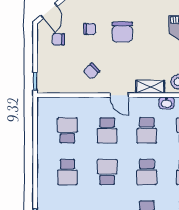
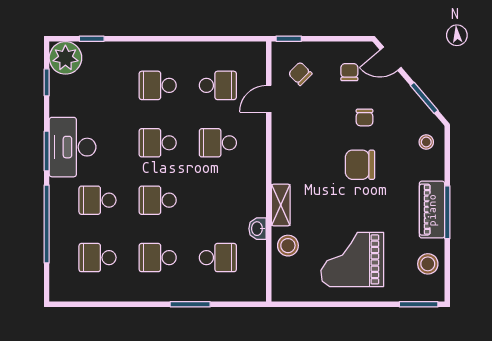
chair: (92, 71) -> (300, 74), moved
door: (119, 95) -> (269, 99), moved
school desk: (147, 130) -> (218, 200), removed
school desk: (107, 172) -> (158, 143), turned 180

